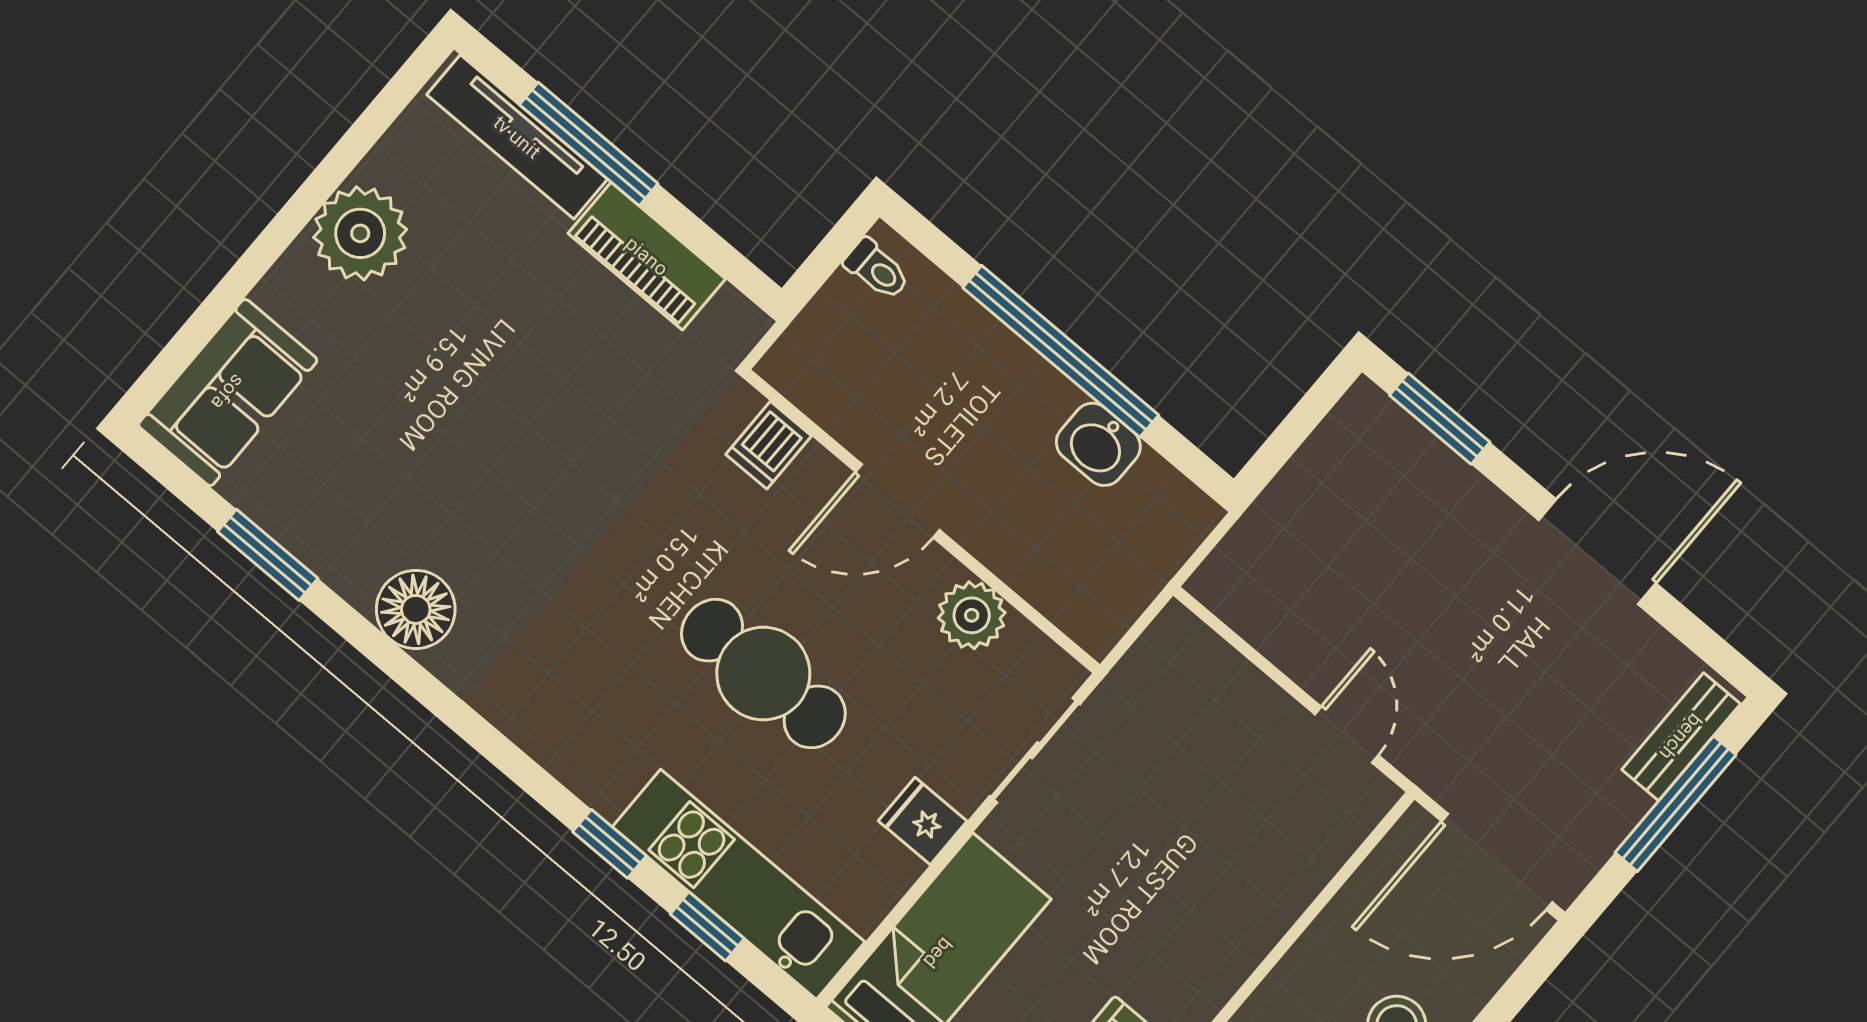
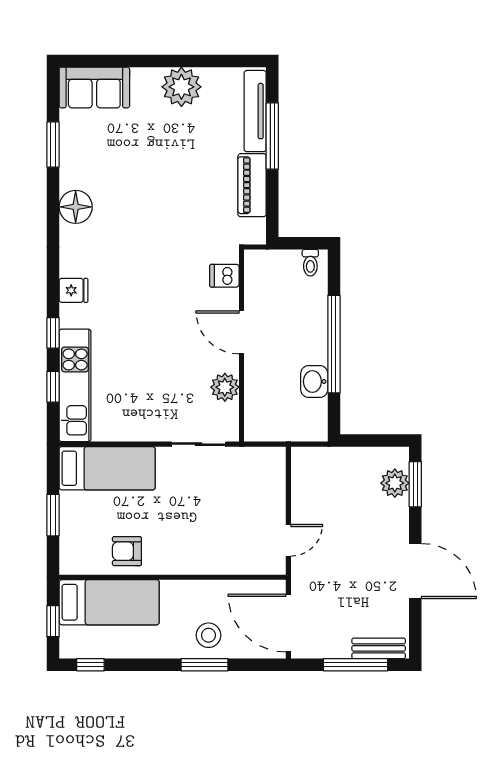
plant: (1406, 454) -> (395, 483), added
cafe table: (763, 674) -> (150, 336), removed
fridge: (923, 821) -> (73, 290), moved, turned 90

